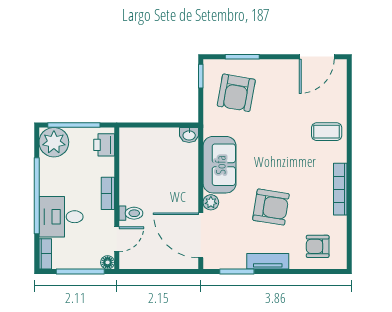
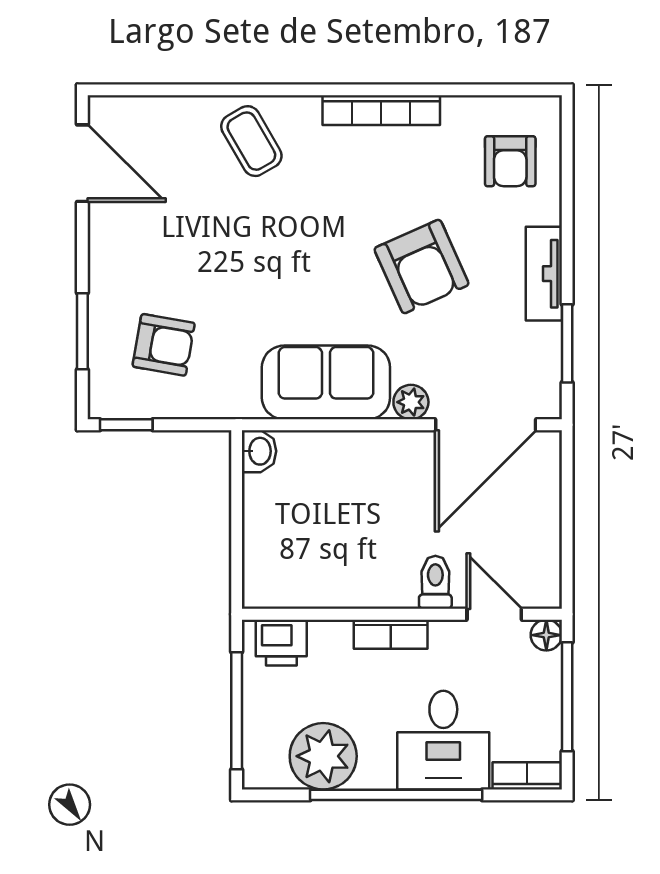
armchair: (236, 93) -> (164, 345), width x0.72, depth x0.72
coffee table: (327, 132) -> (251, 141), turned -30
plant: (54, 142) -> (323, 756), moved
armchair: (271, 207) -> (421, 267), turned 147

